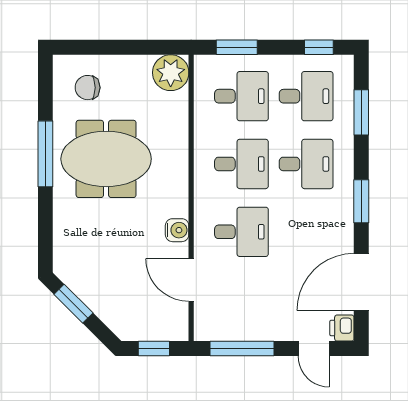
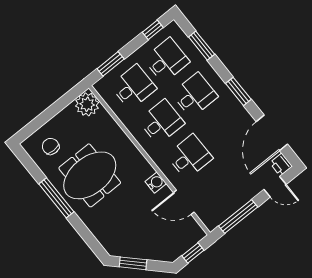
chair: (88, 88) -> (51, 146), turned 90

